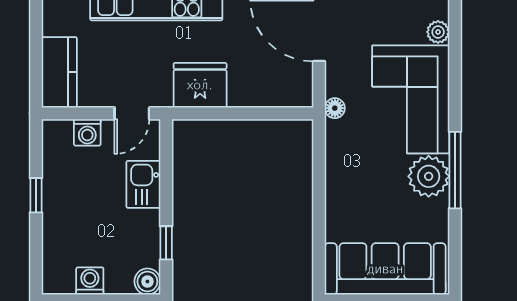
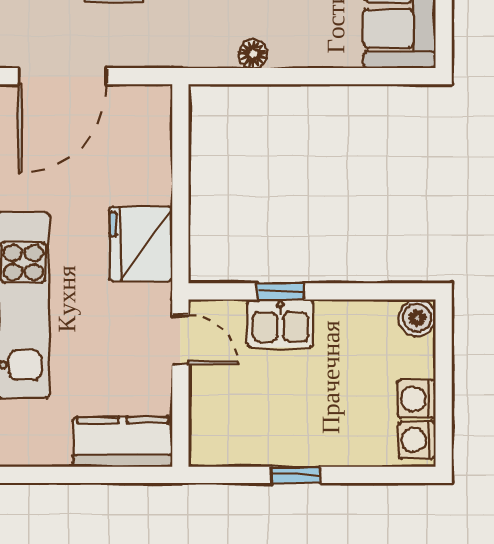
floor lamp: (335, 108) -> (253, 54), moved
washing machine: (87, 132) -> (417, 440), moved, turned 180
window: (166, 243) -> (281, 291), moved

